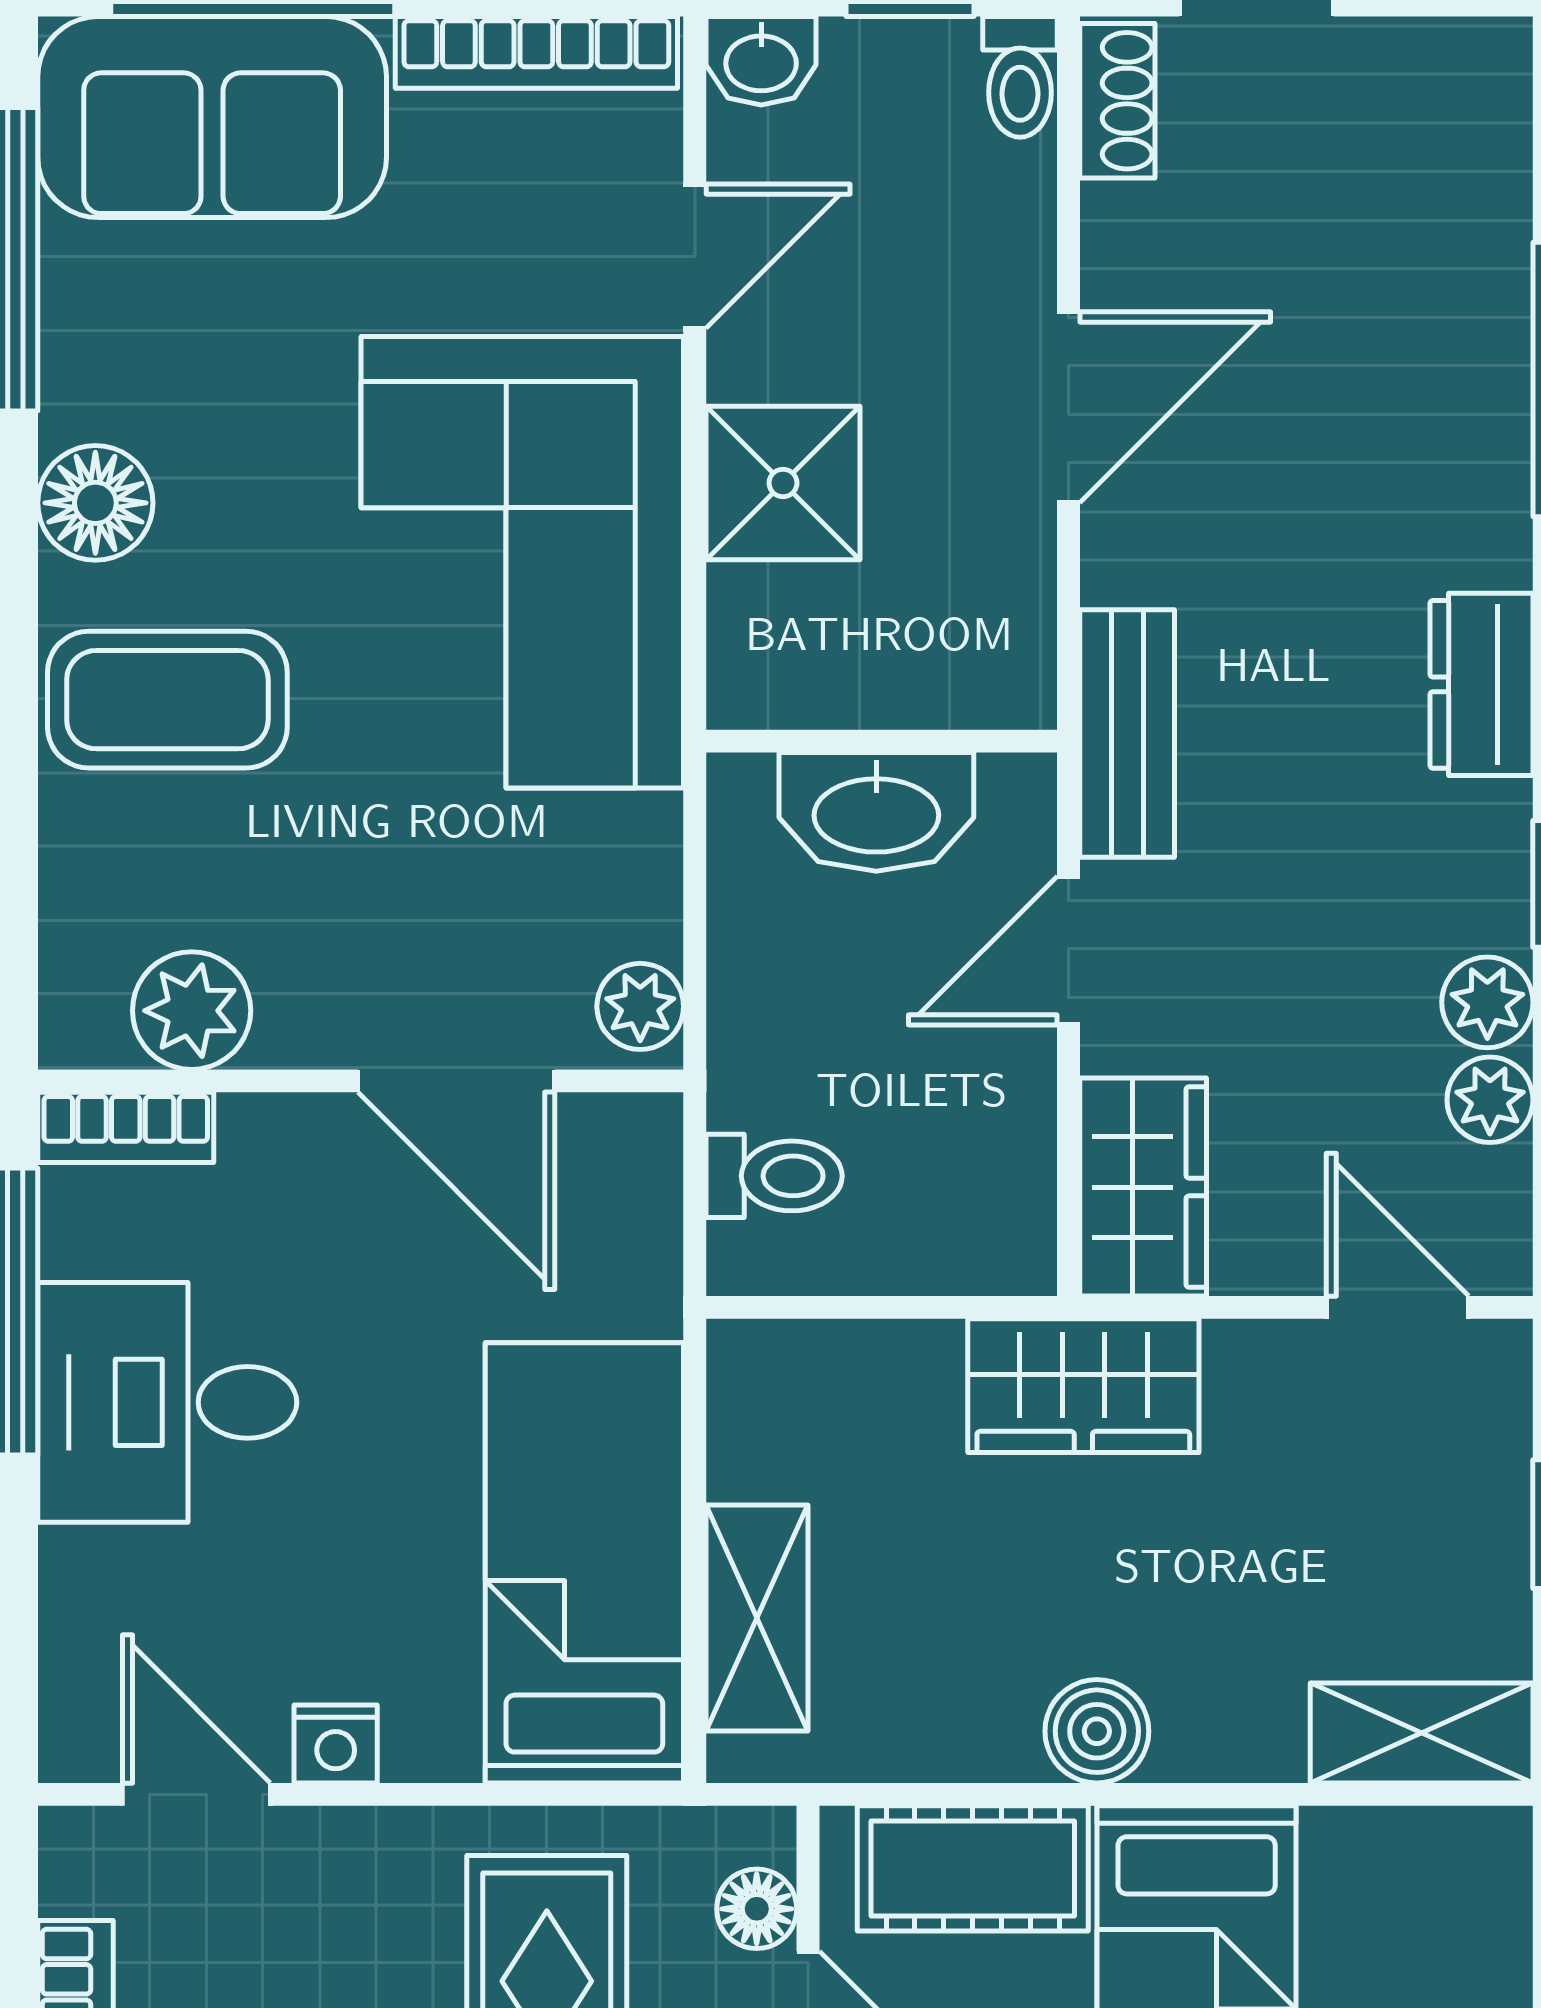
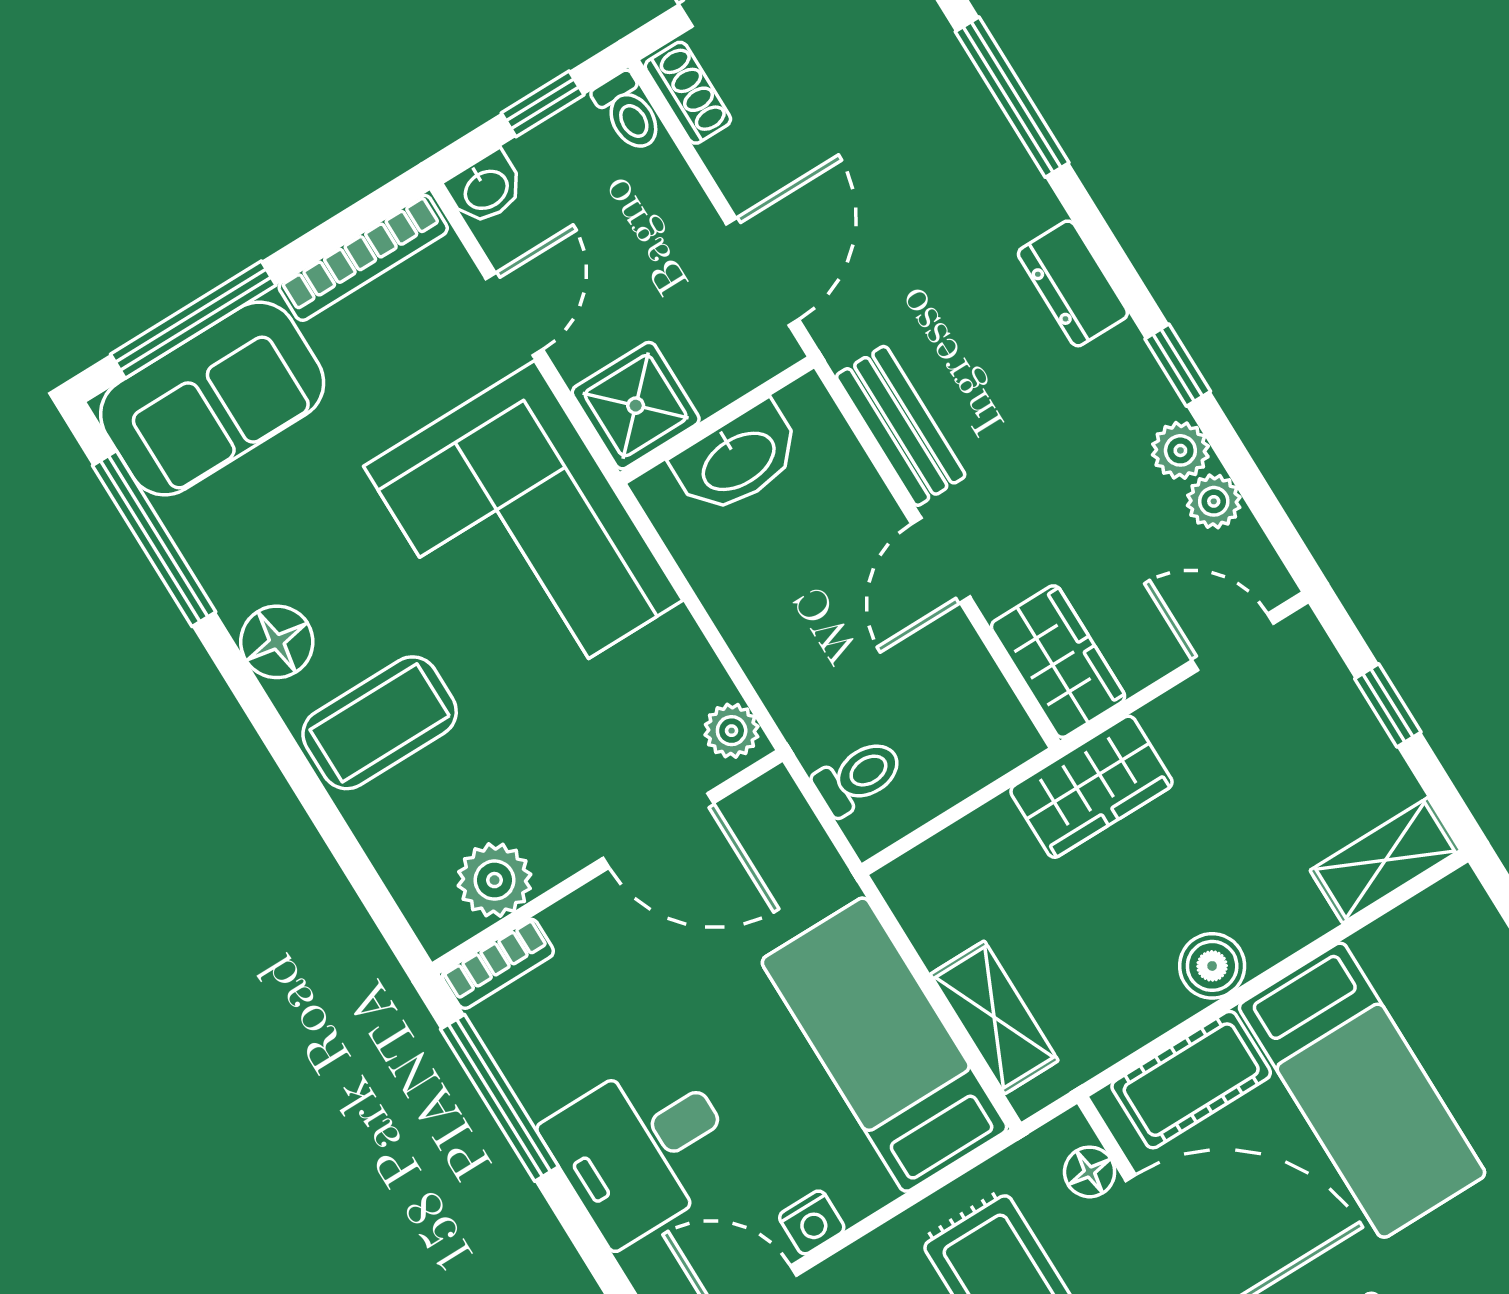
wall: (882, 741) -> (717, 420), moved
washbasin: (876, 812) -> (737, 459), moved
desk: (167, 1402) -> (642, 1148), moved

